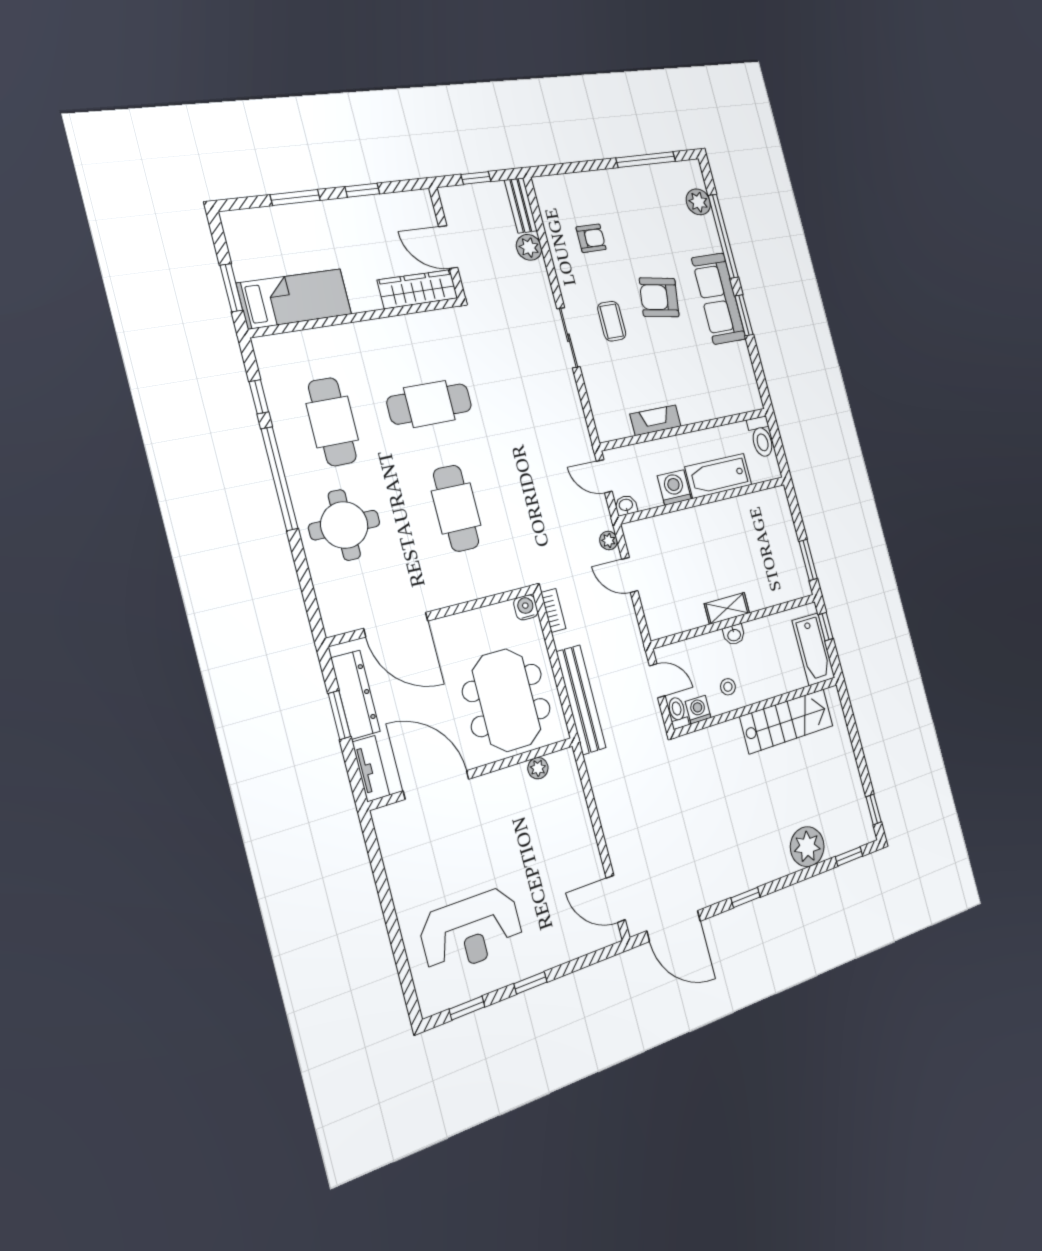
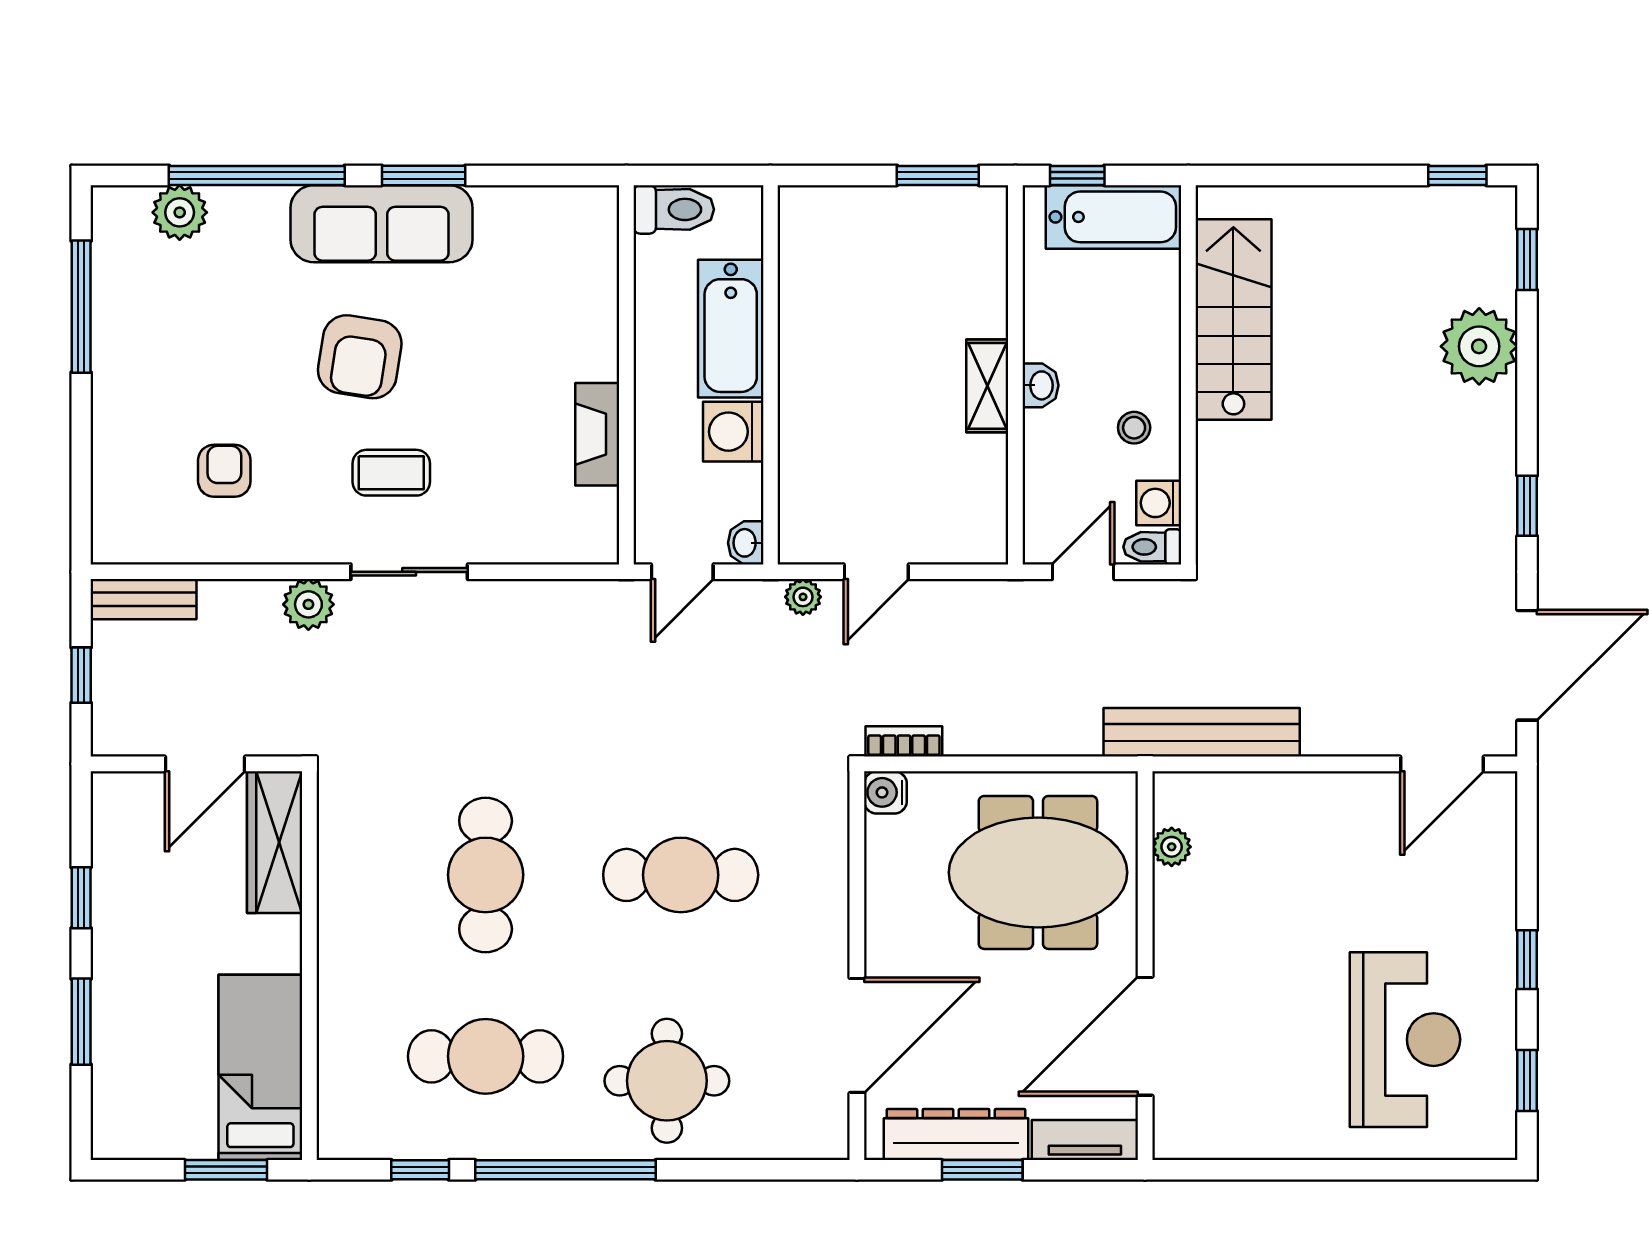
plant: (529, 247) -> (308, 604), moved
bench: (581, 700) -> (1202, 732), moved

